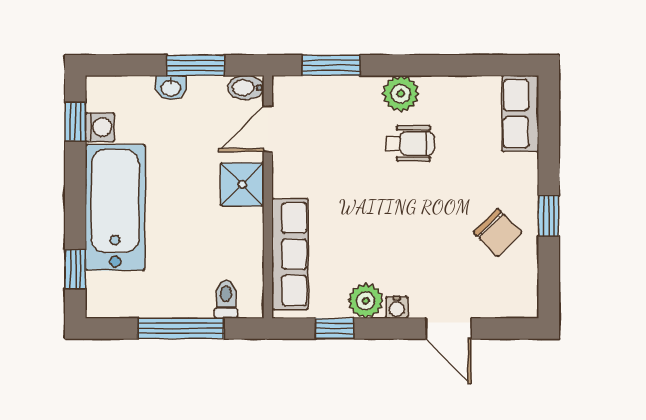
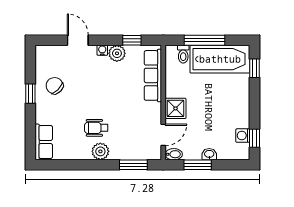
bathtub: (115, 207) -> (220, 59), moved, turned -90

